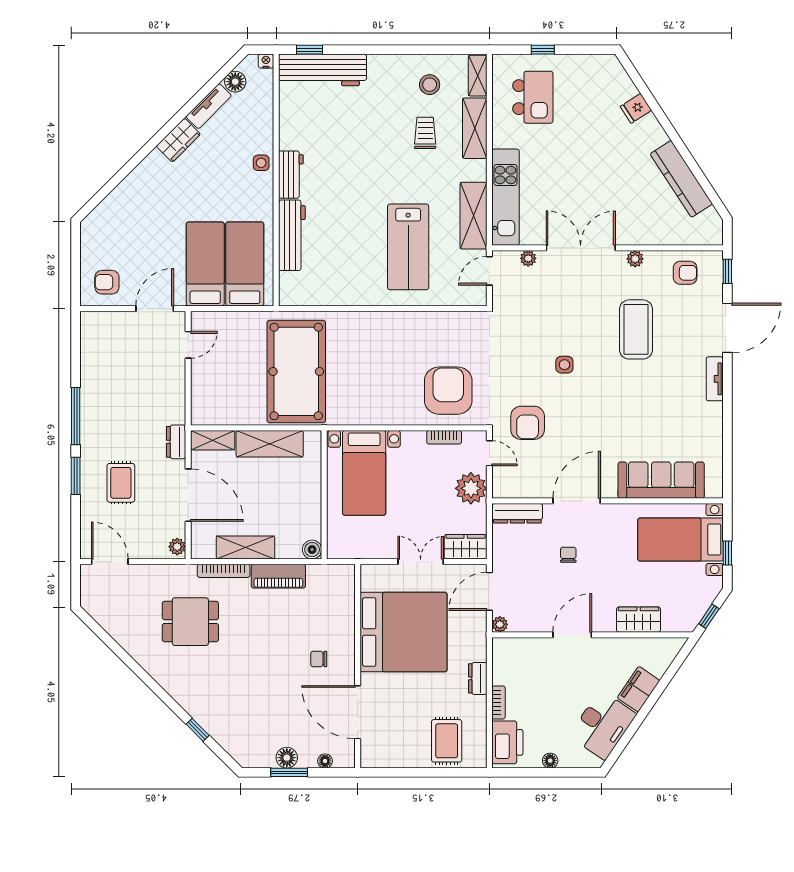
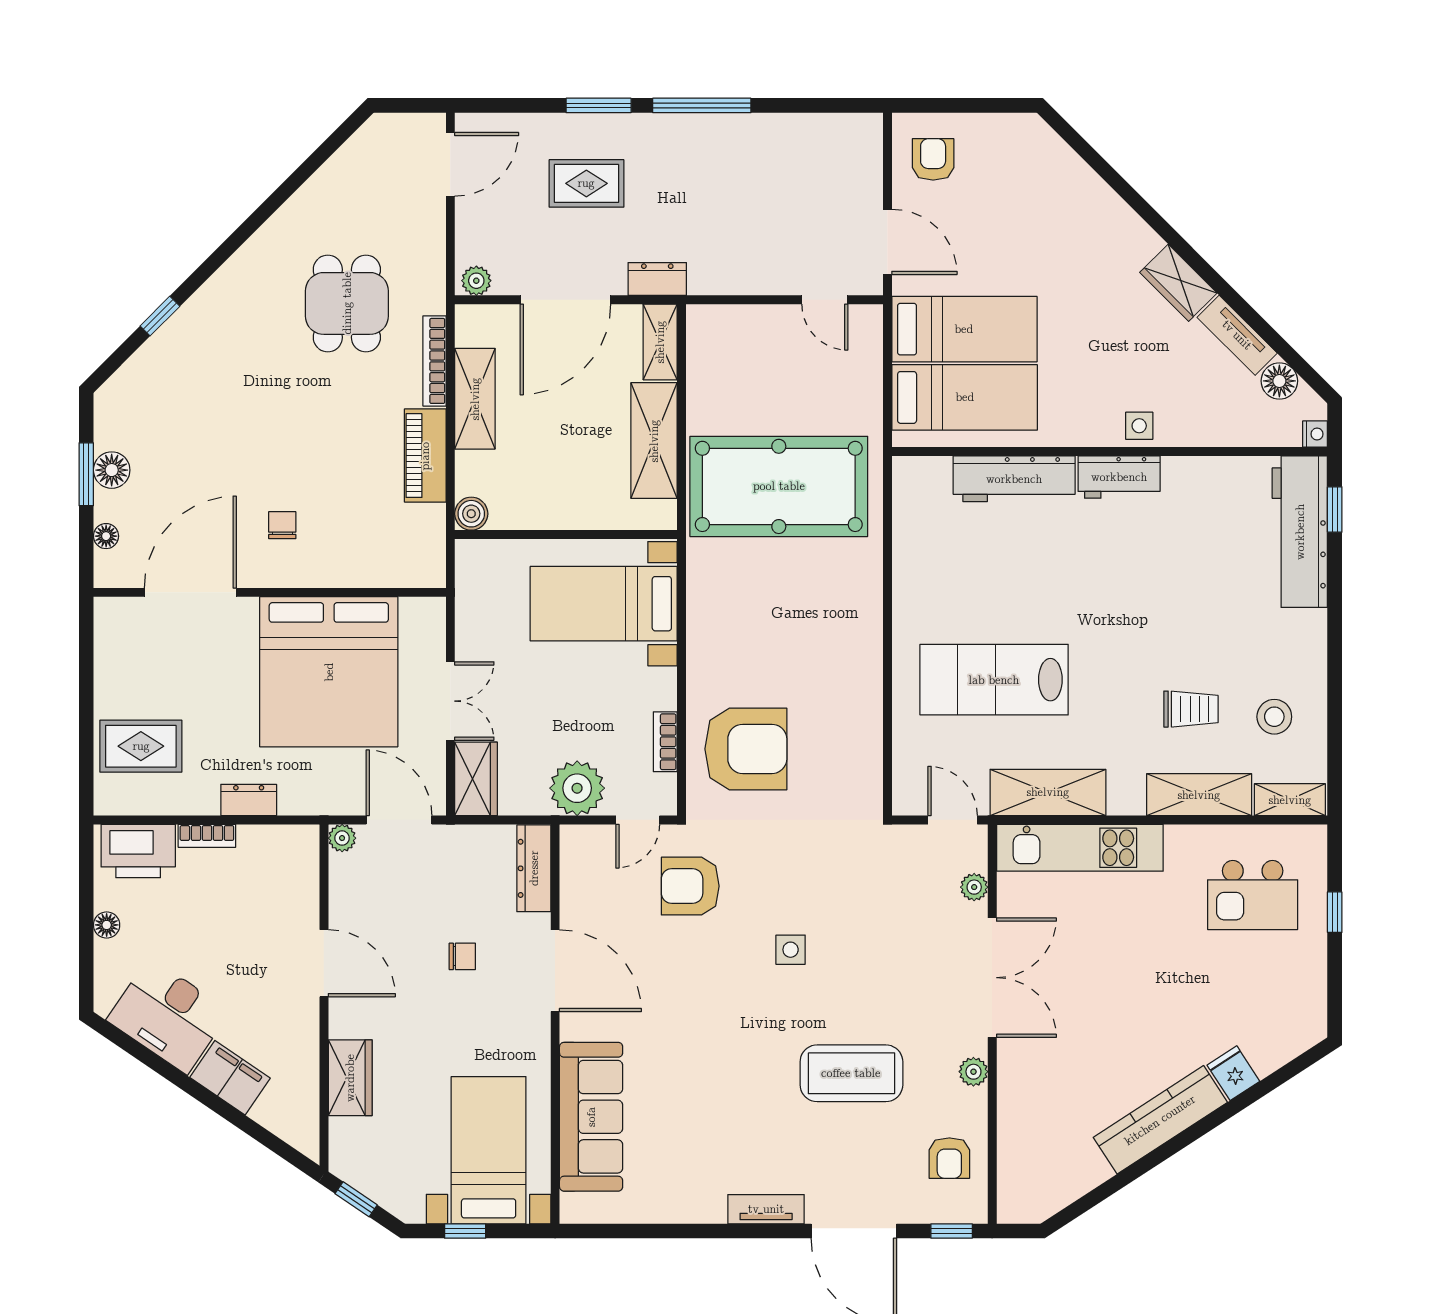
kitchen counter: (681, 179) -> (1160, 1120), moved

